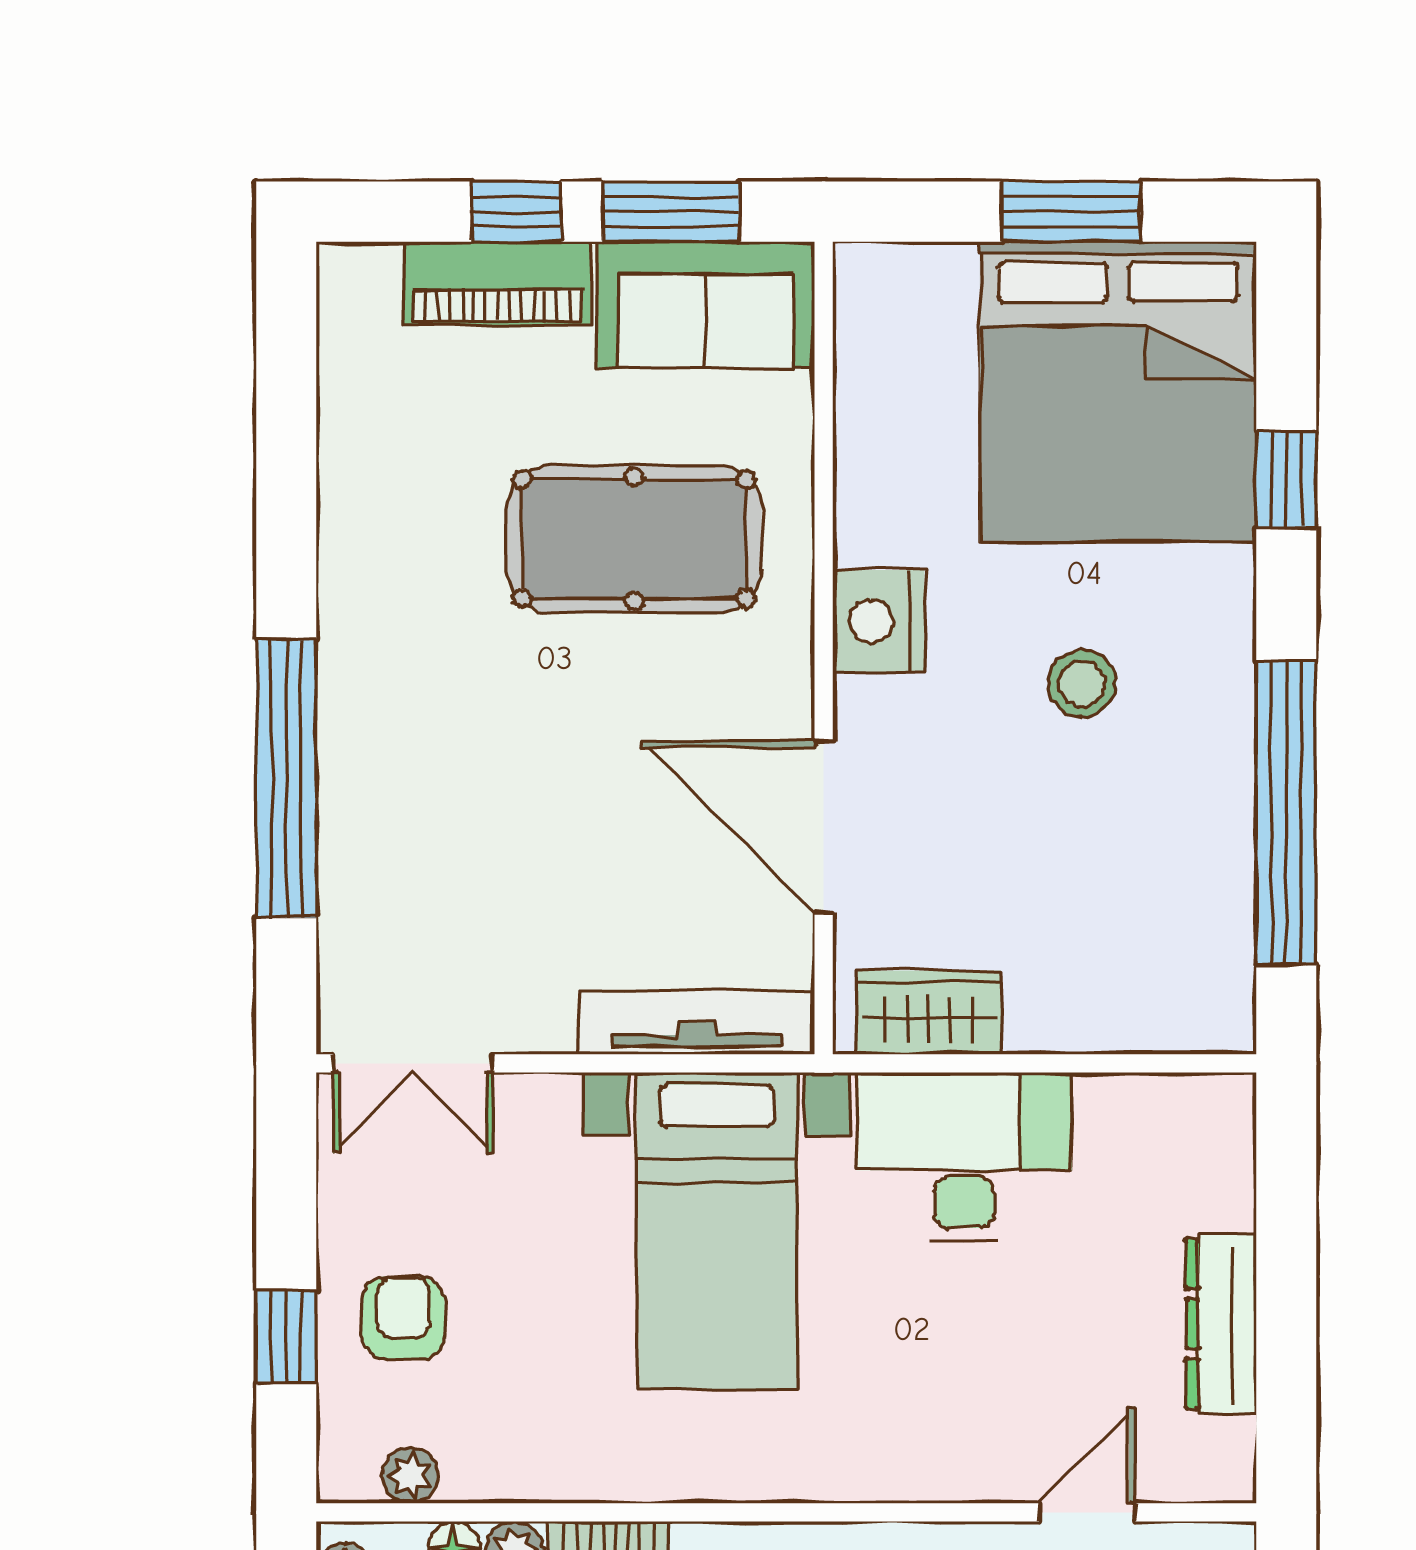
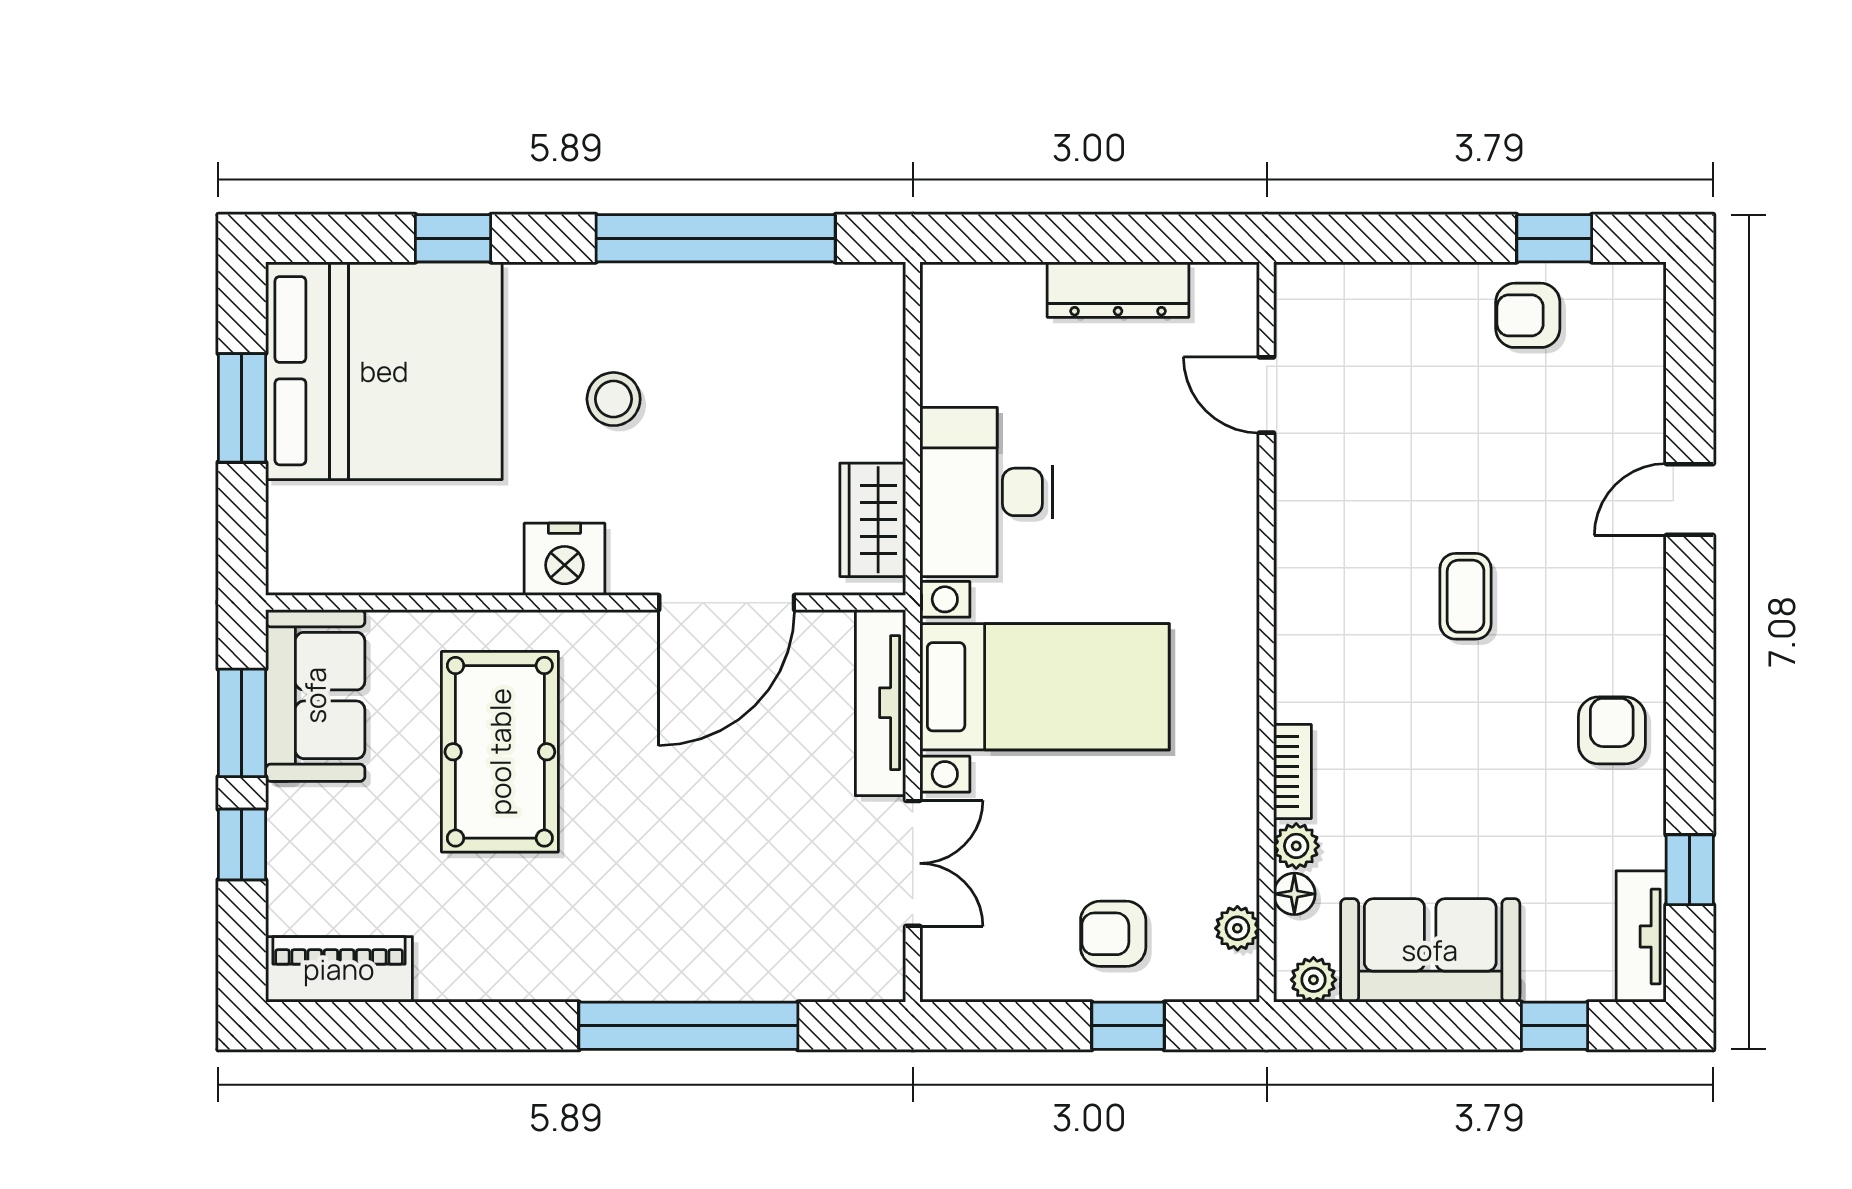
piano: (497, 283) -> (339, 969), moved, turned -90
double door: (413, 1063) -> (913, 863), moved

